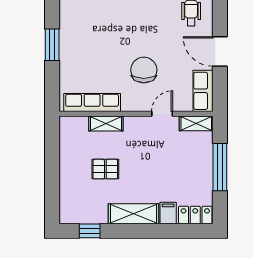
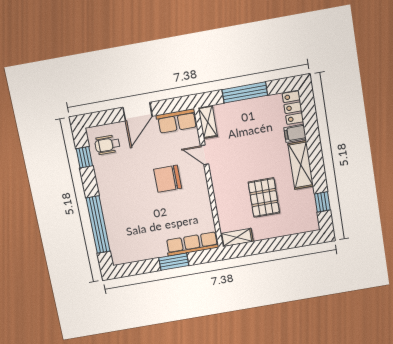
window: (52, 45) -> (174, 262), moved
row of seats: (92, 102) -> (192, 244), moved, turned 90
shelving: (106, 123) -> (237, 238), moved, turned 90
pallet: (105, 169) -> (264, 198), width x1.50, depth x1.42

